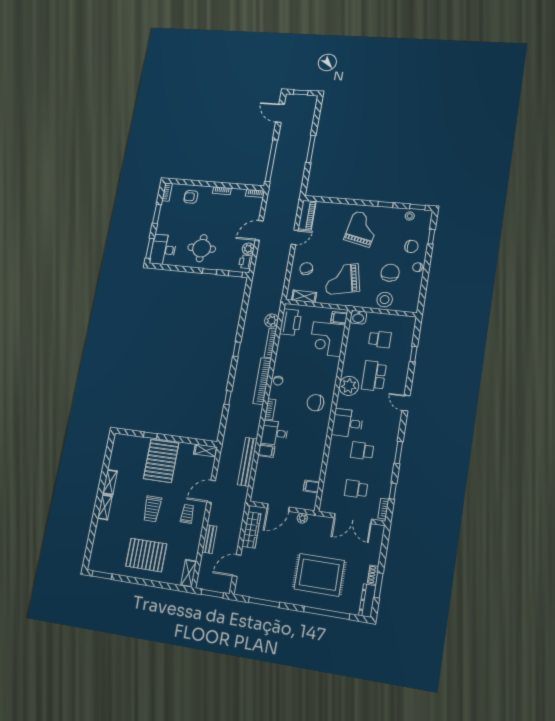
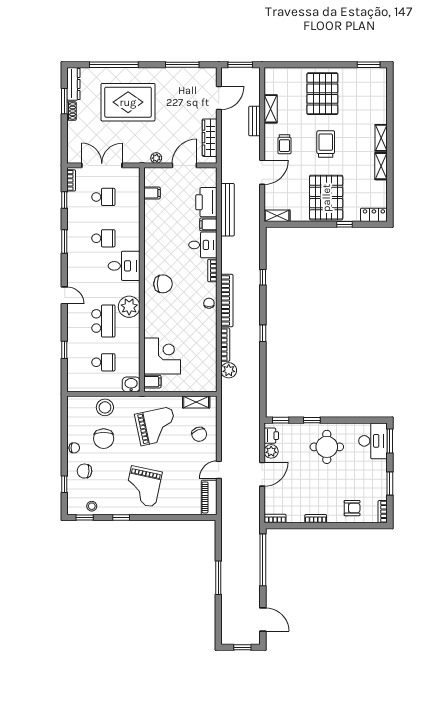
printer: (291, 322) -> (206, 202), moved
school desk: (380, 339) -> (103, 362), turned 180
locker: (124, 440) -> (374, 215), added
pallet: (146, 555) -> (322, 94), turned 90
shelving: (189, 573) -> (271, 109), moved

